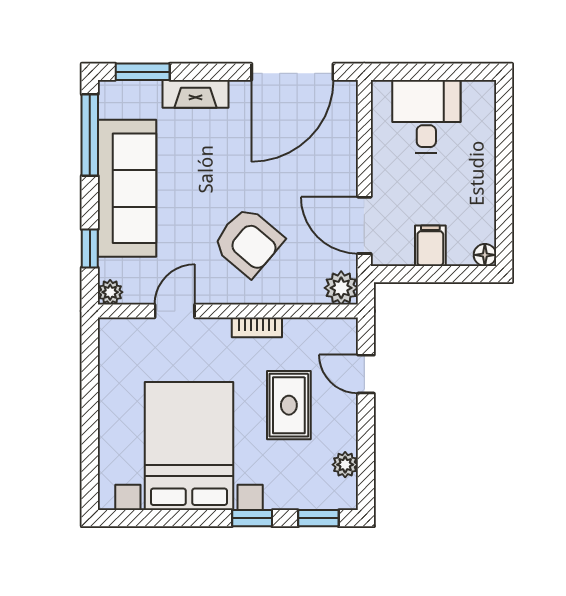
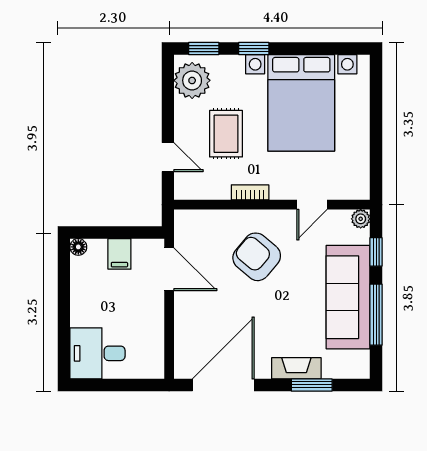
window: (143, 72) -> (312, 385), moved
desk: (426, 116) -> (97, 353), moved, turned 90
window: (90, 135) -> (376, 315), moved
plant: (341, 288) -> (187, 222), removed
plant: (345, 465) -> (192, 80), width x1.88, depth x1.88

